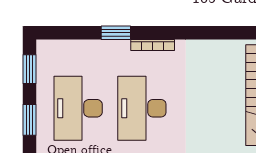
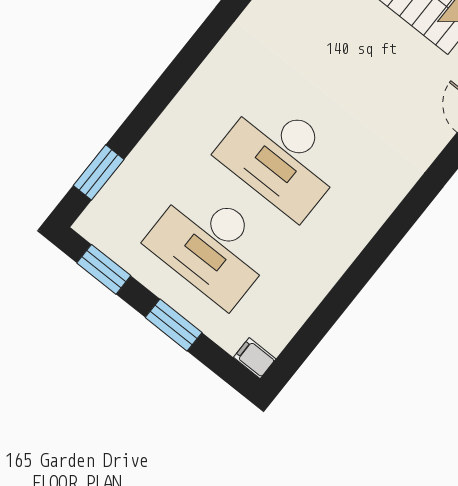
window: (116, 33) -> (99, 172), moved
bookcase: (153, 45) -> (206, 73), removed

